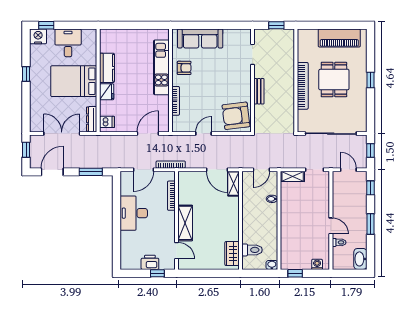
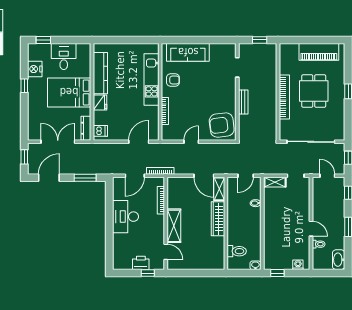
nightstand: (38, 36) -> (35, 69), moved, turned -90
kitchen counter: (107, 68) -> (100, 73), width x1.50
wardrobe: (232, 254) -> (218, 219), moved, width x1.50

